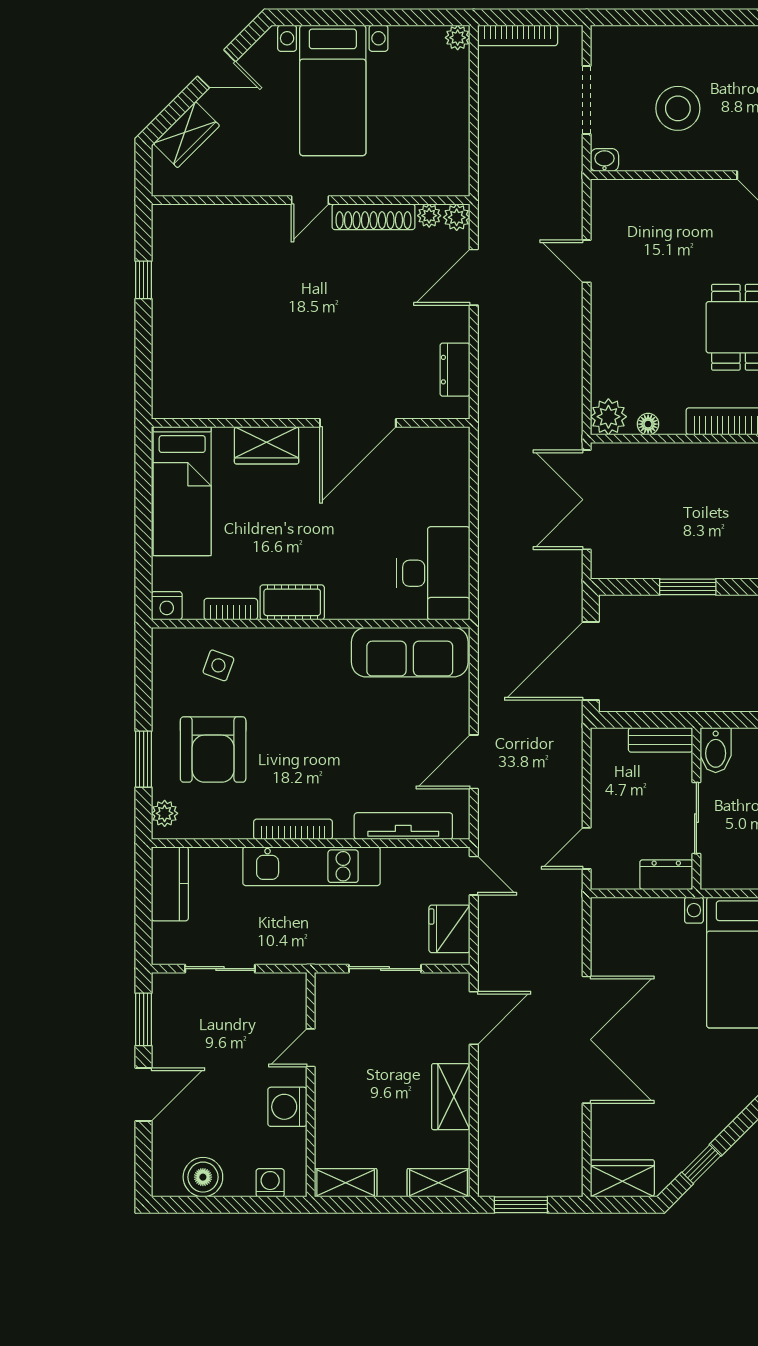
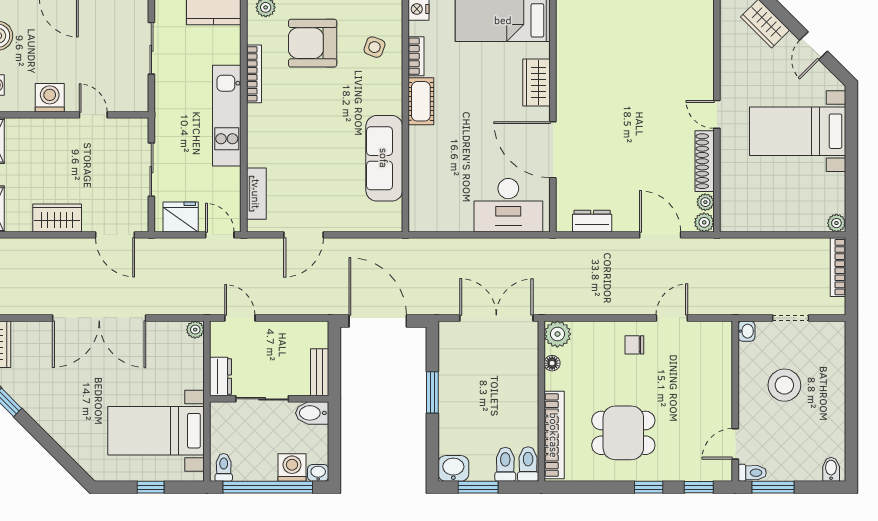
doorway: (587, 100) -> (791, 318), width x0.73
chair: (623, 312) -> (634, 345), added
desk: (433, 573) -> (508, 205), moved
sofa: (410, 652) -> (384, 158), moved
door: (474, 762) -> (303, 235), swing flipped
tv unit: (403, 826) -> (256, 194), width x0.71
bookcase: (293, 829) -> (254, 74), moved
door: (474, 876) -> (220, 235), swing flipped
plant: (602, 909) -> (195, 330), added

